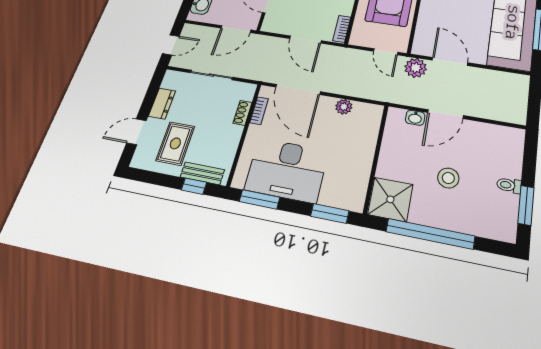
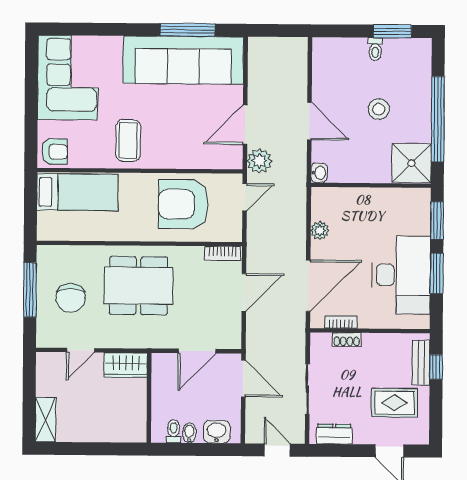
dresser: (162, 103) -> (334, 434), moved
washbasin: (415, 118) -> (319, 173), moved
window: (259, 199) -> (437, 273), moved

